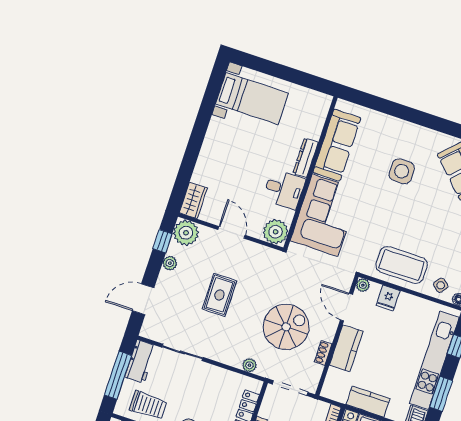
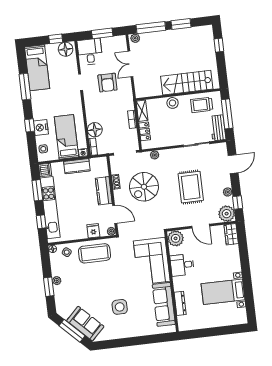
bed with nightstands: (252, 99) -> (223, 292), moved
dresser: (306, 158) -> (180, 303), moved
rug: (219, 295) -> (191, 187), width x1.36, depth x1.43

